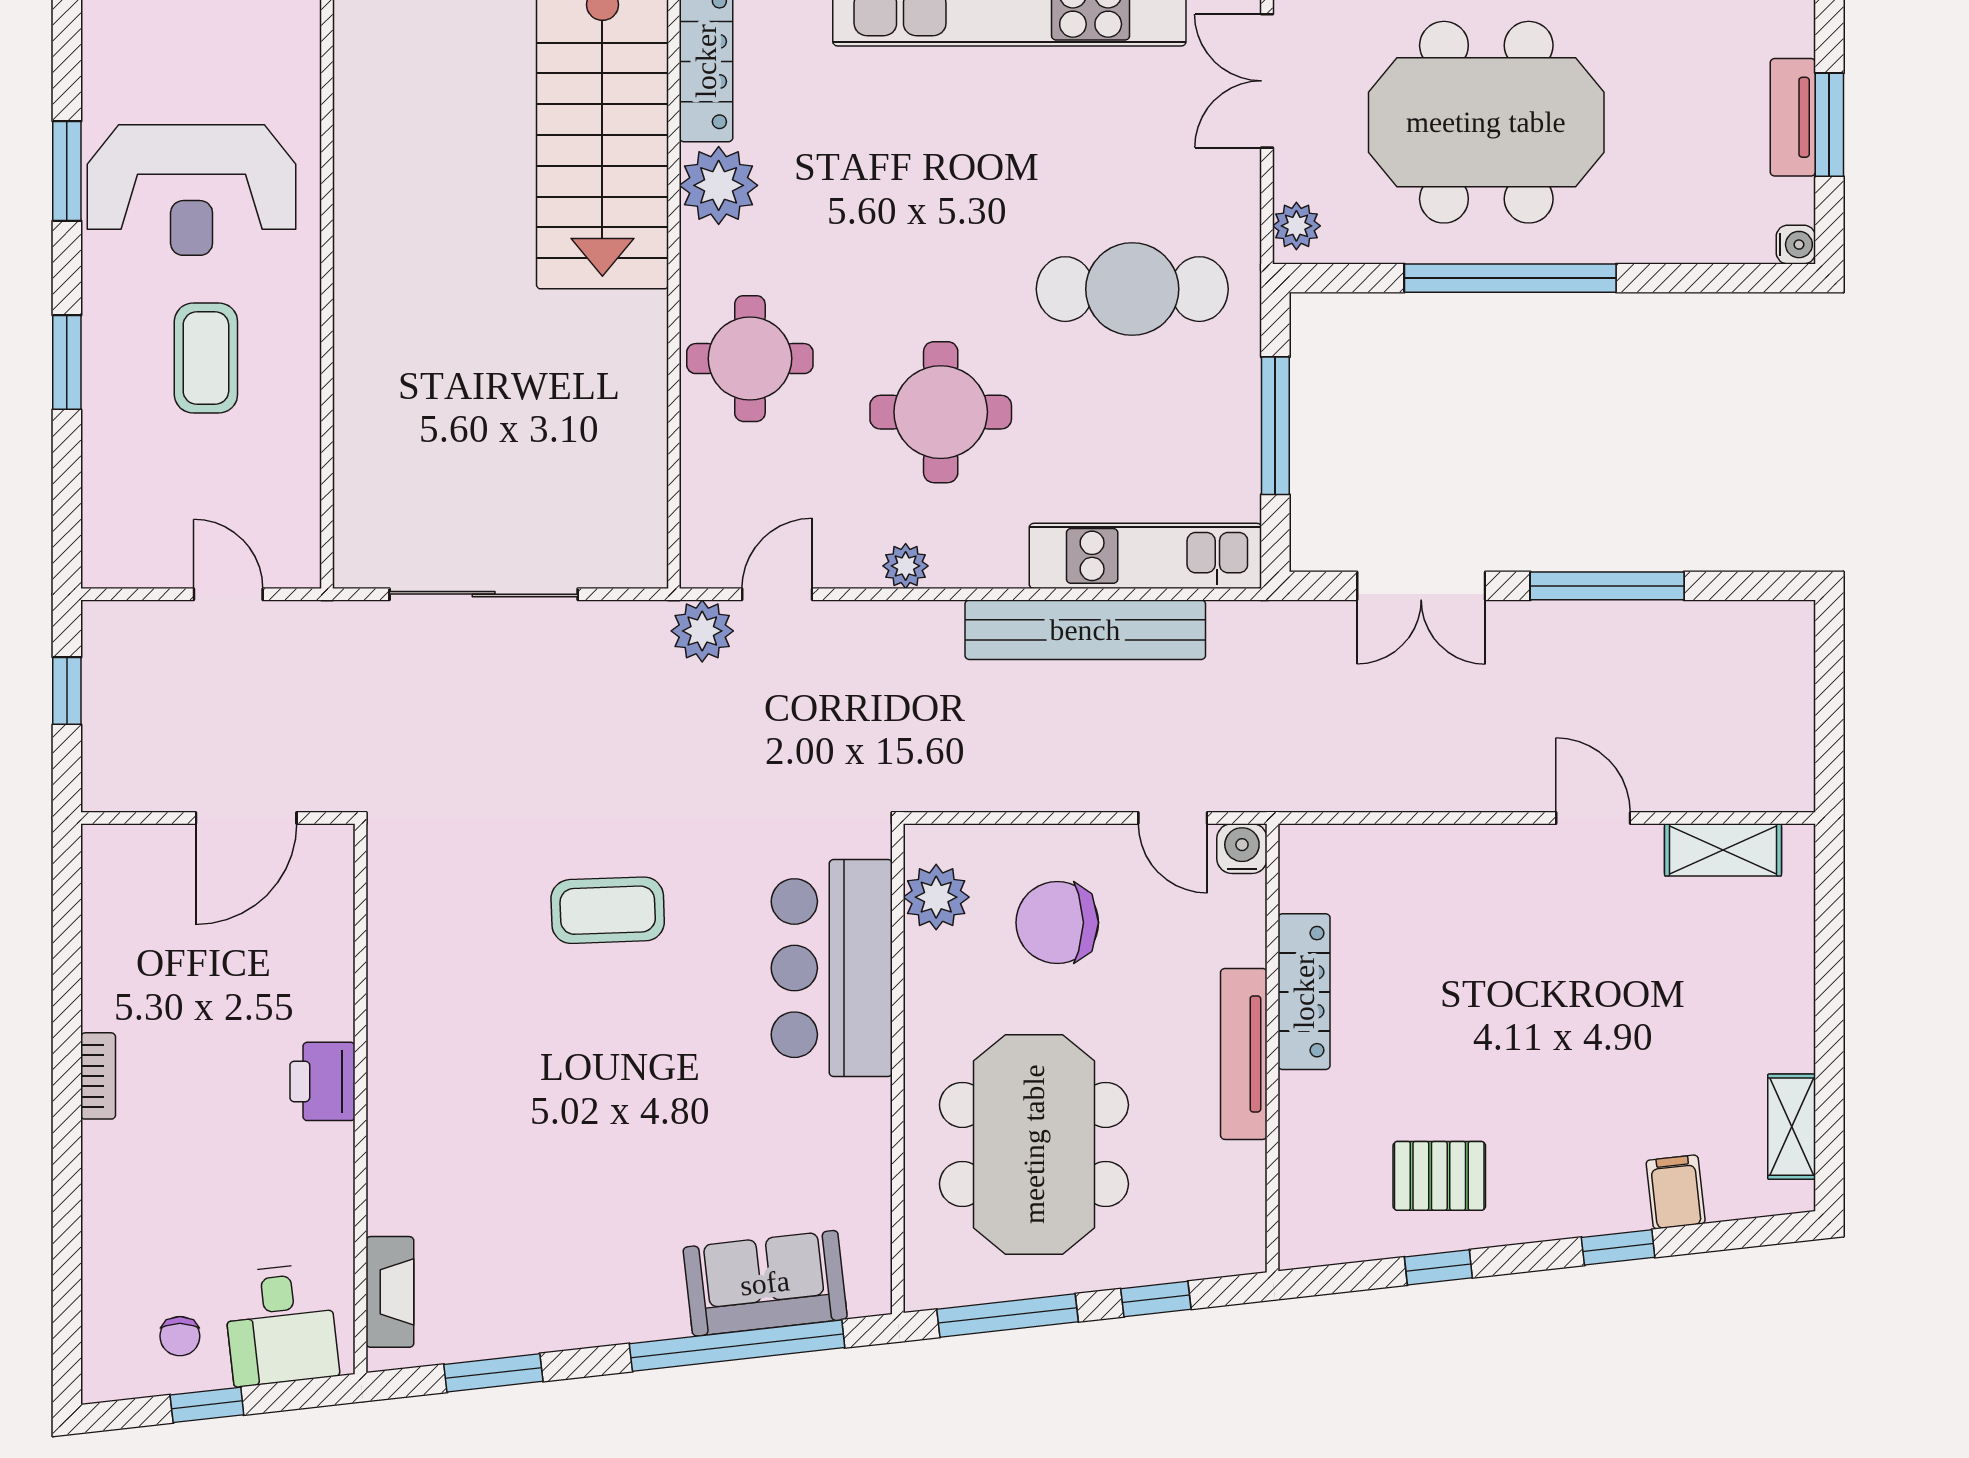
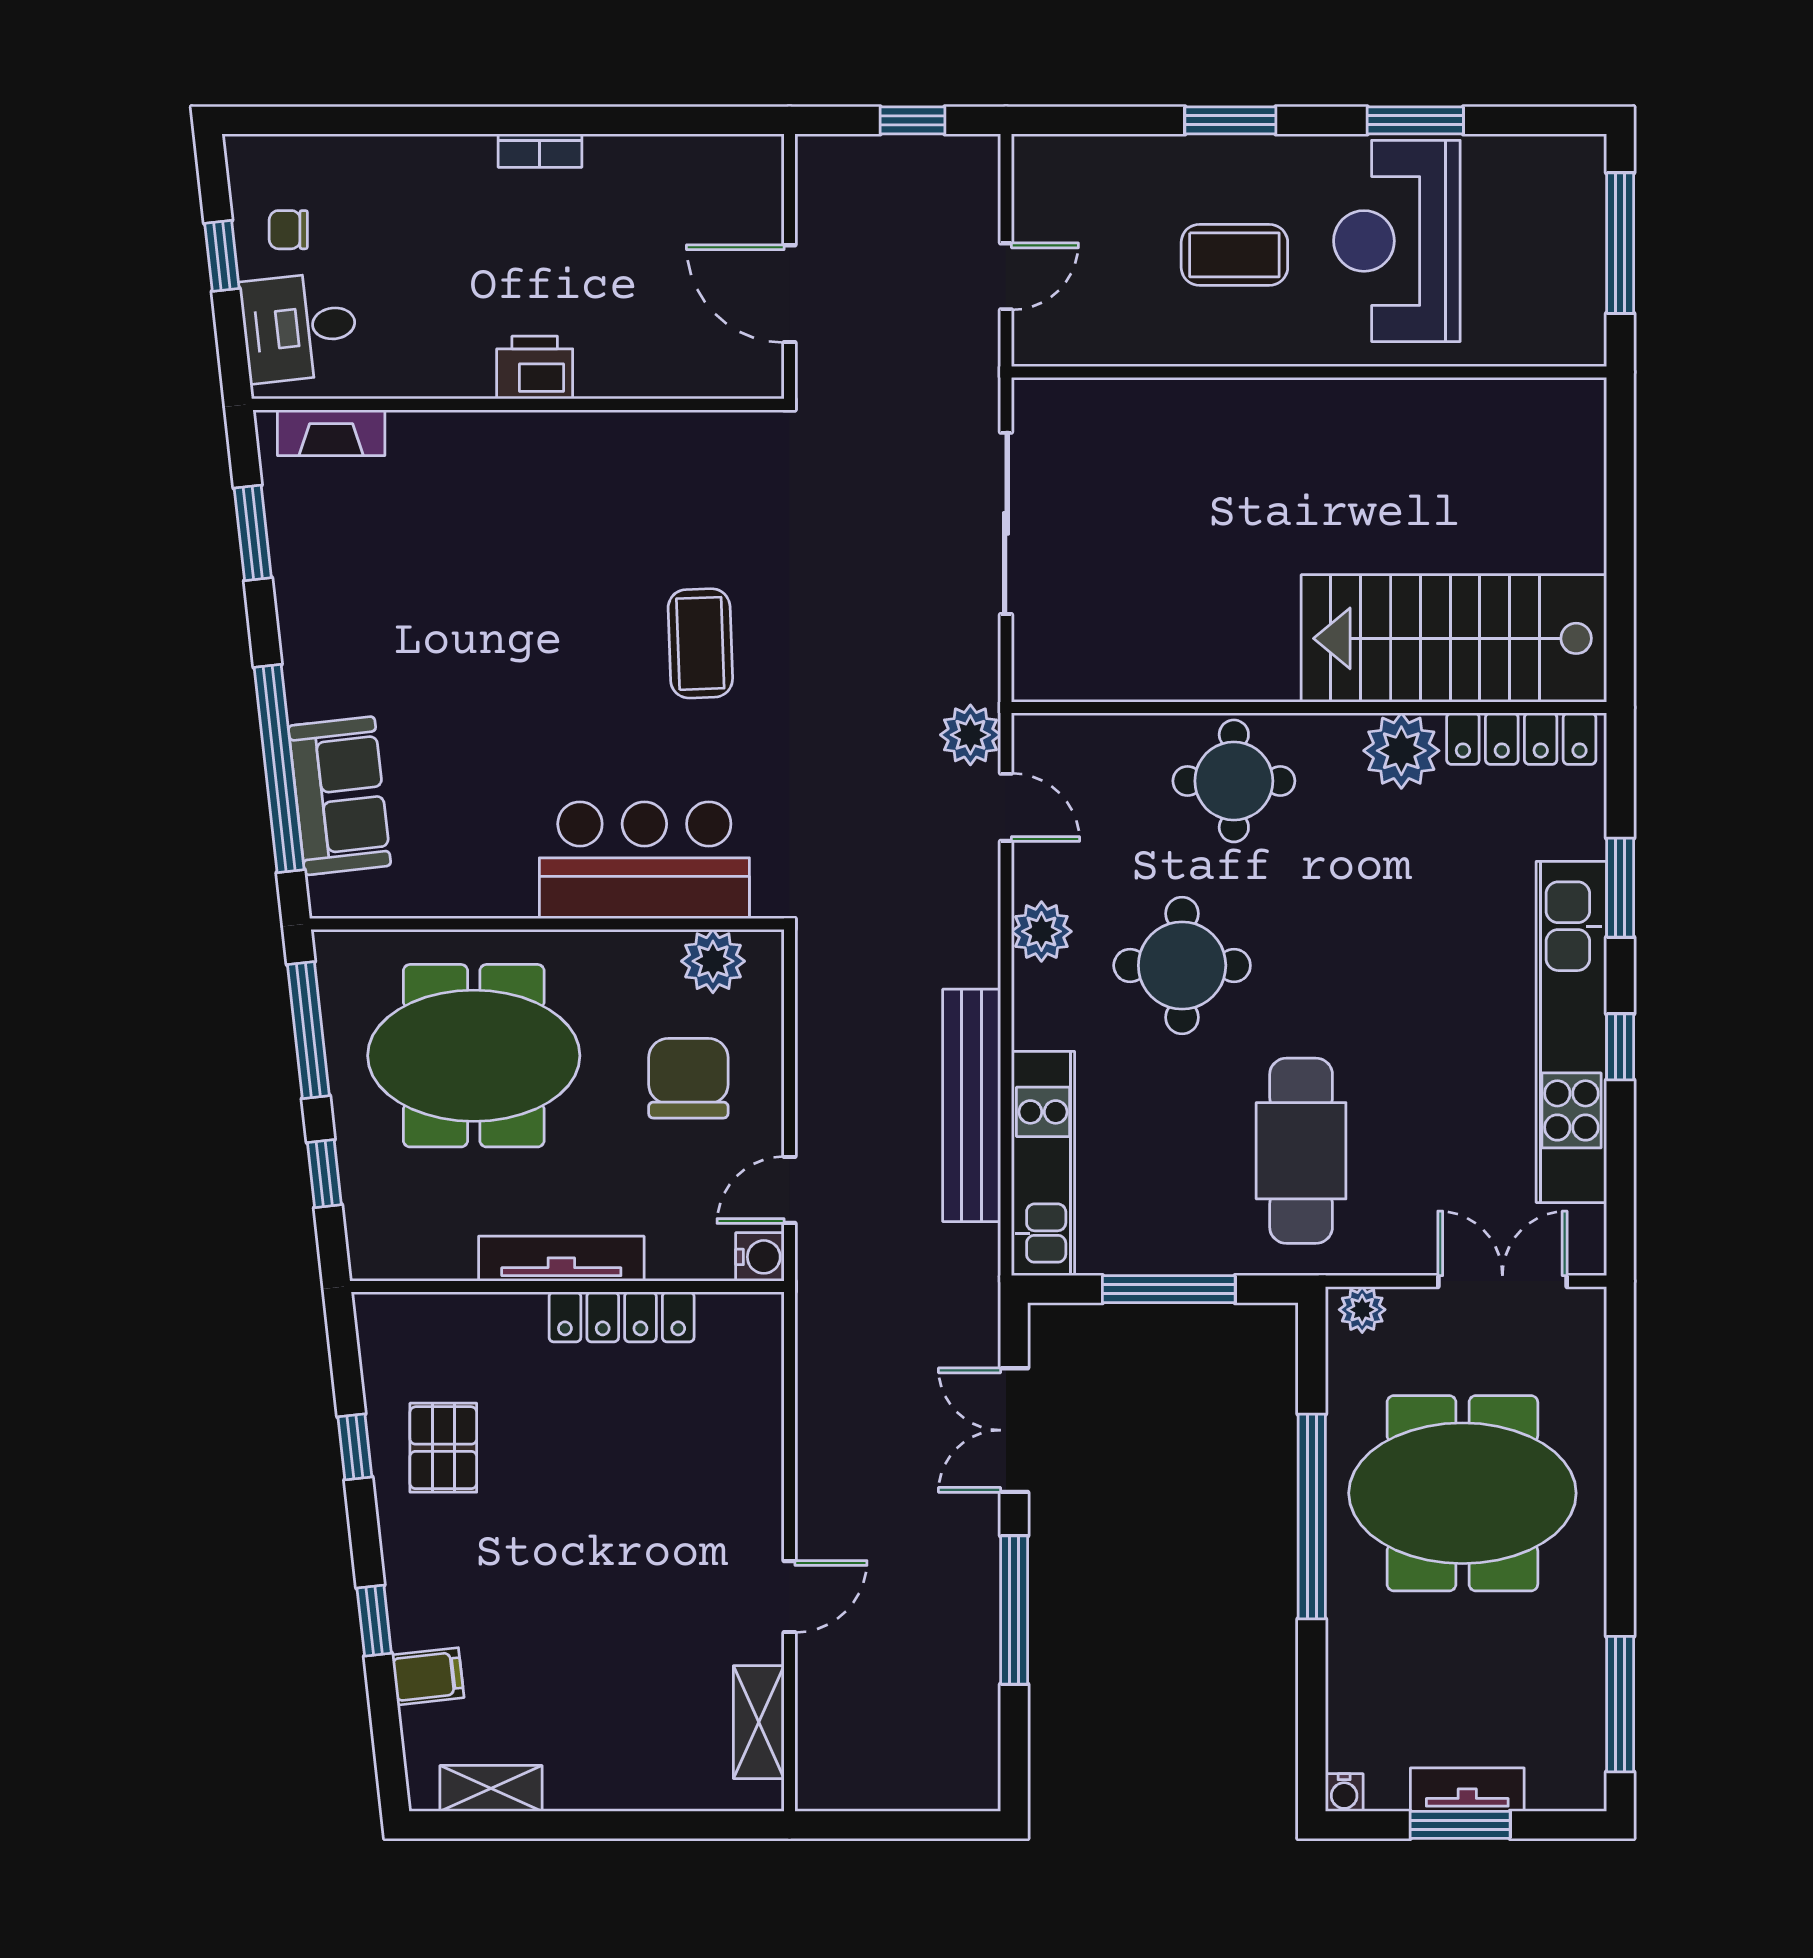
meeting table: (1486, 122) -> (1462, 1493), turned 90
plant: (906, 566) -> (1041, 931), width x1.38, depth x1.38

